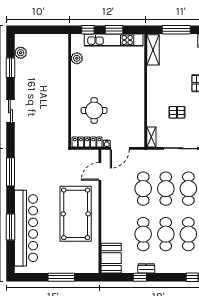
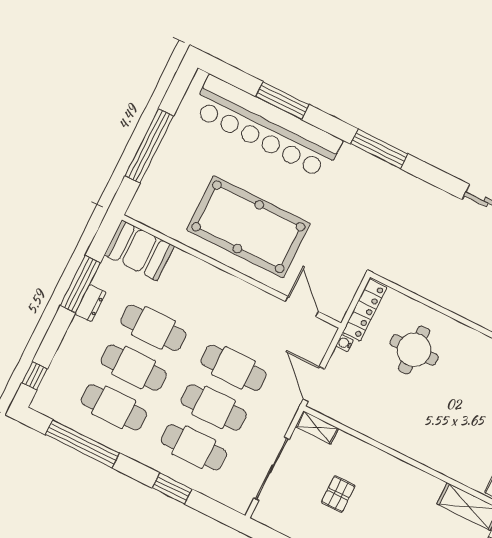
door: (120, 148) -> (314, 384), moved
window: (61, 277) -> (149, 146), width x1.46
window: (140, 277) -> (80, 284), width x2.17

